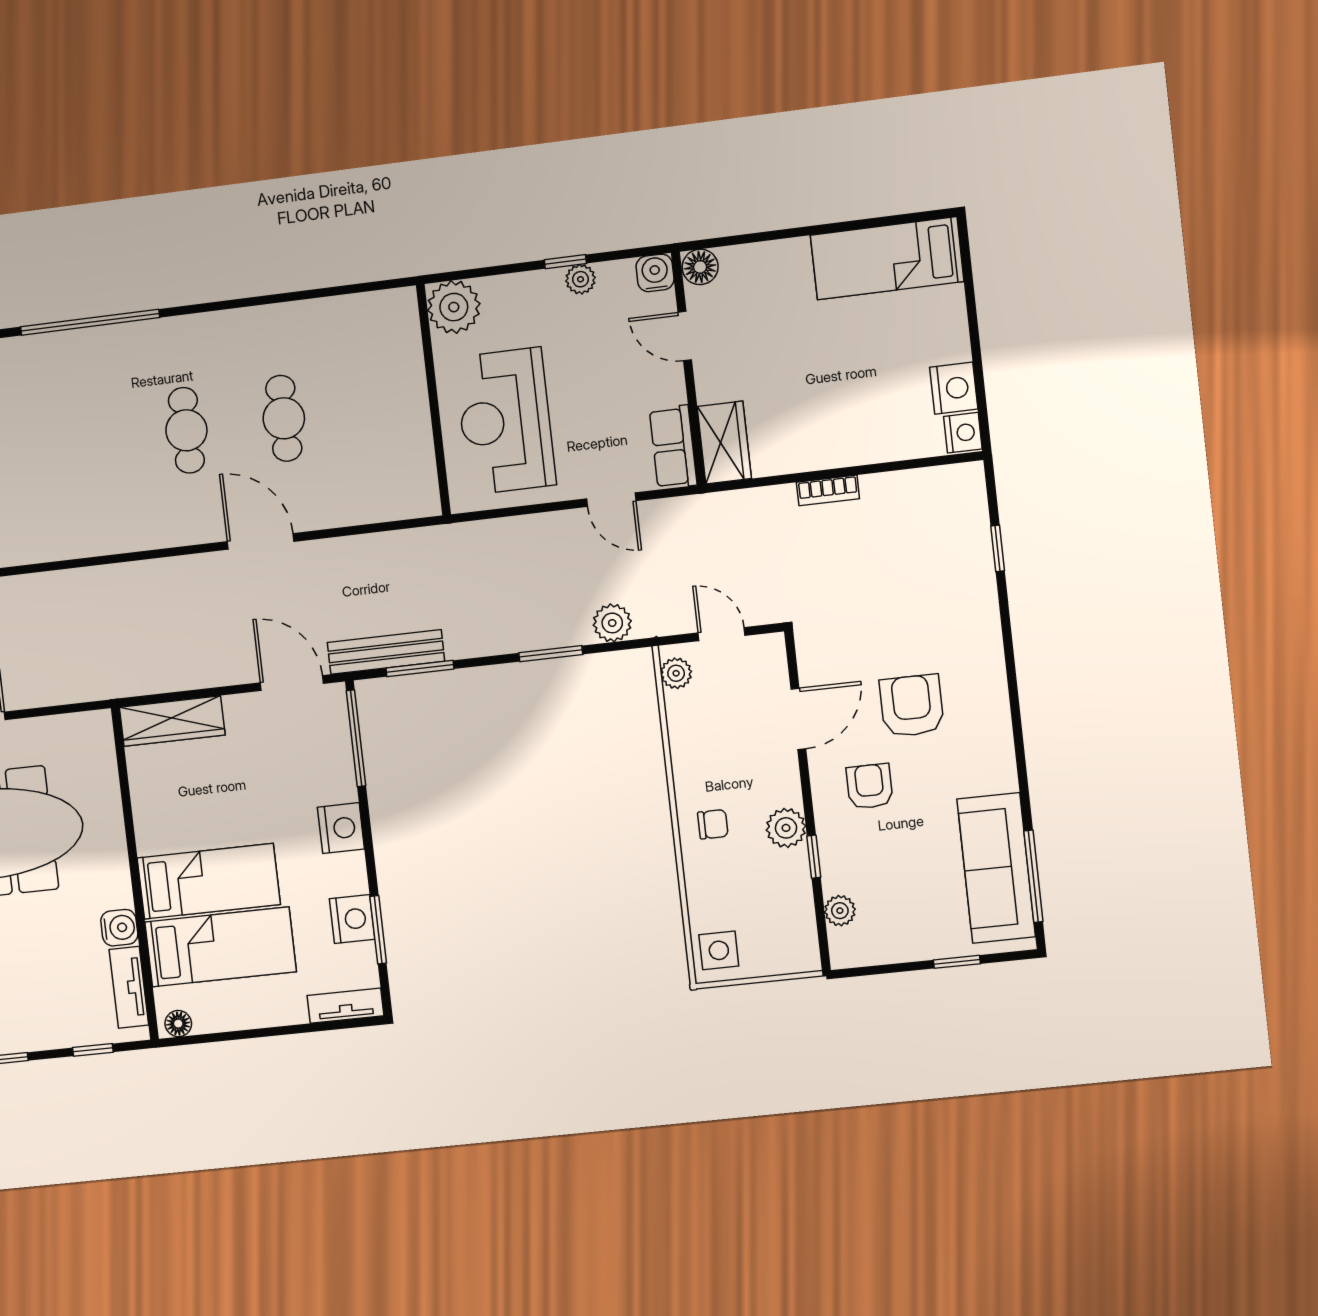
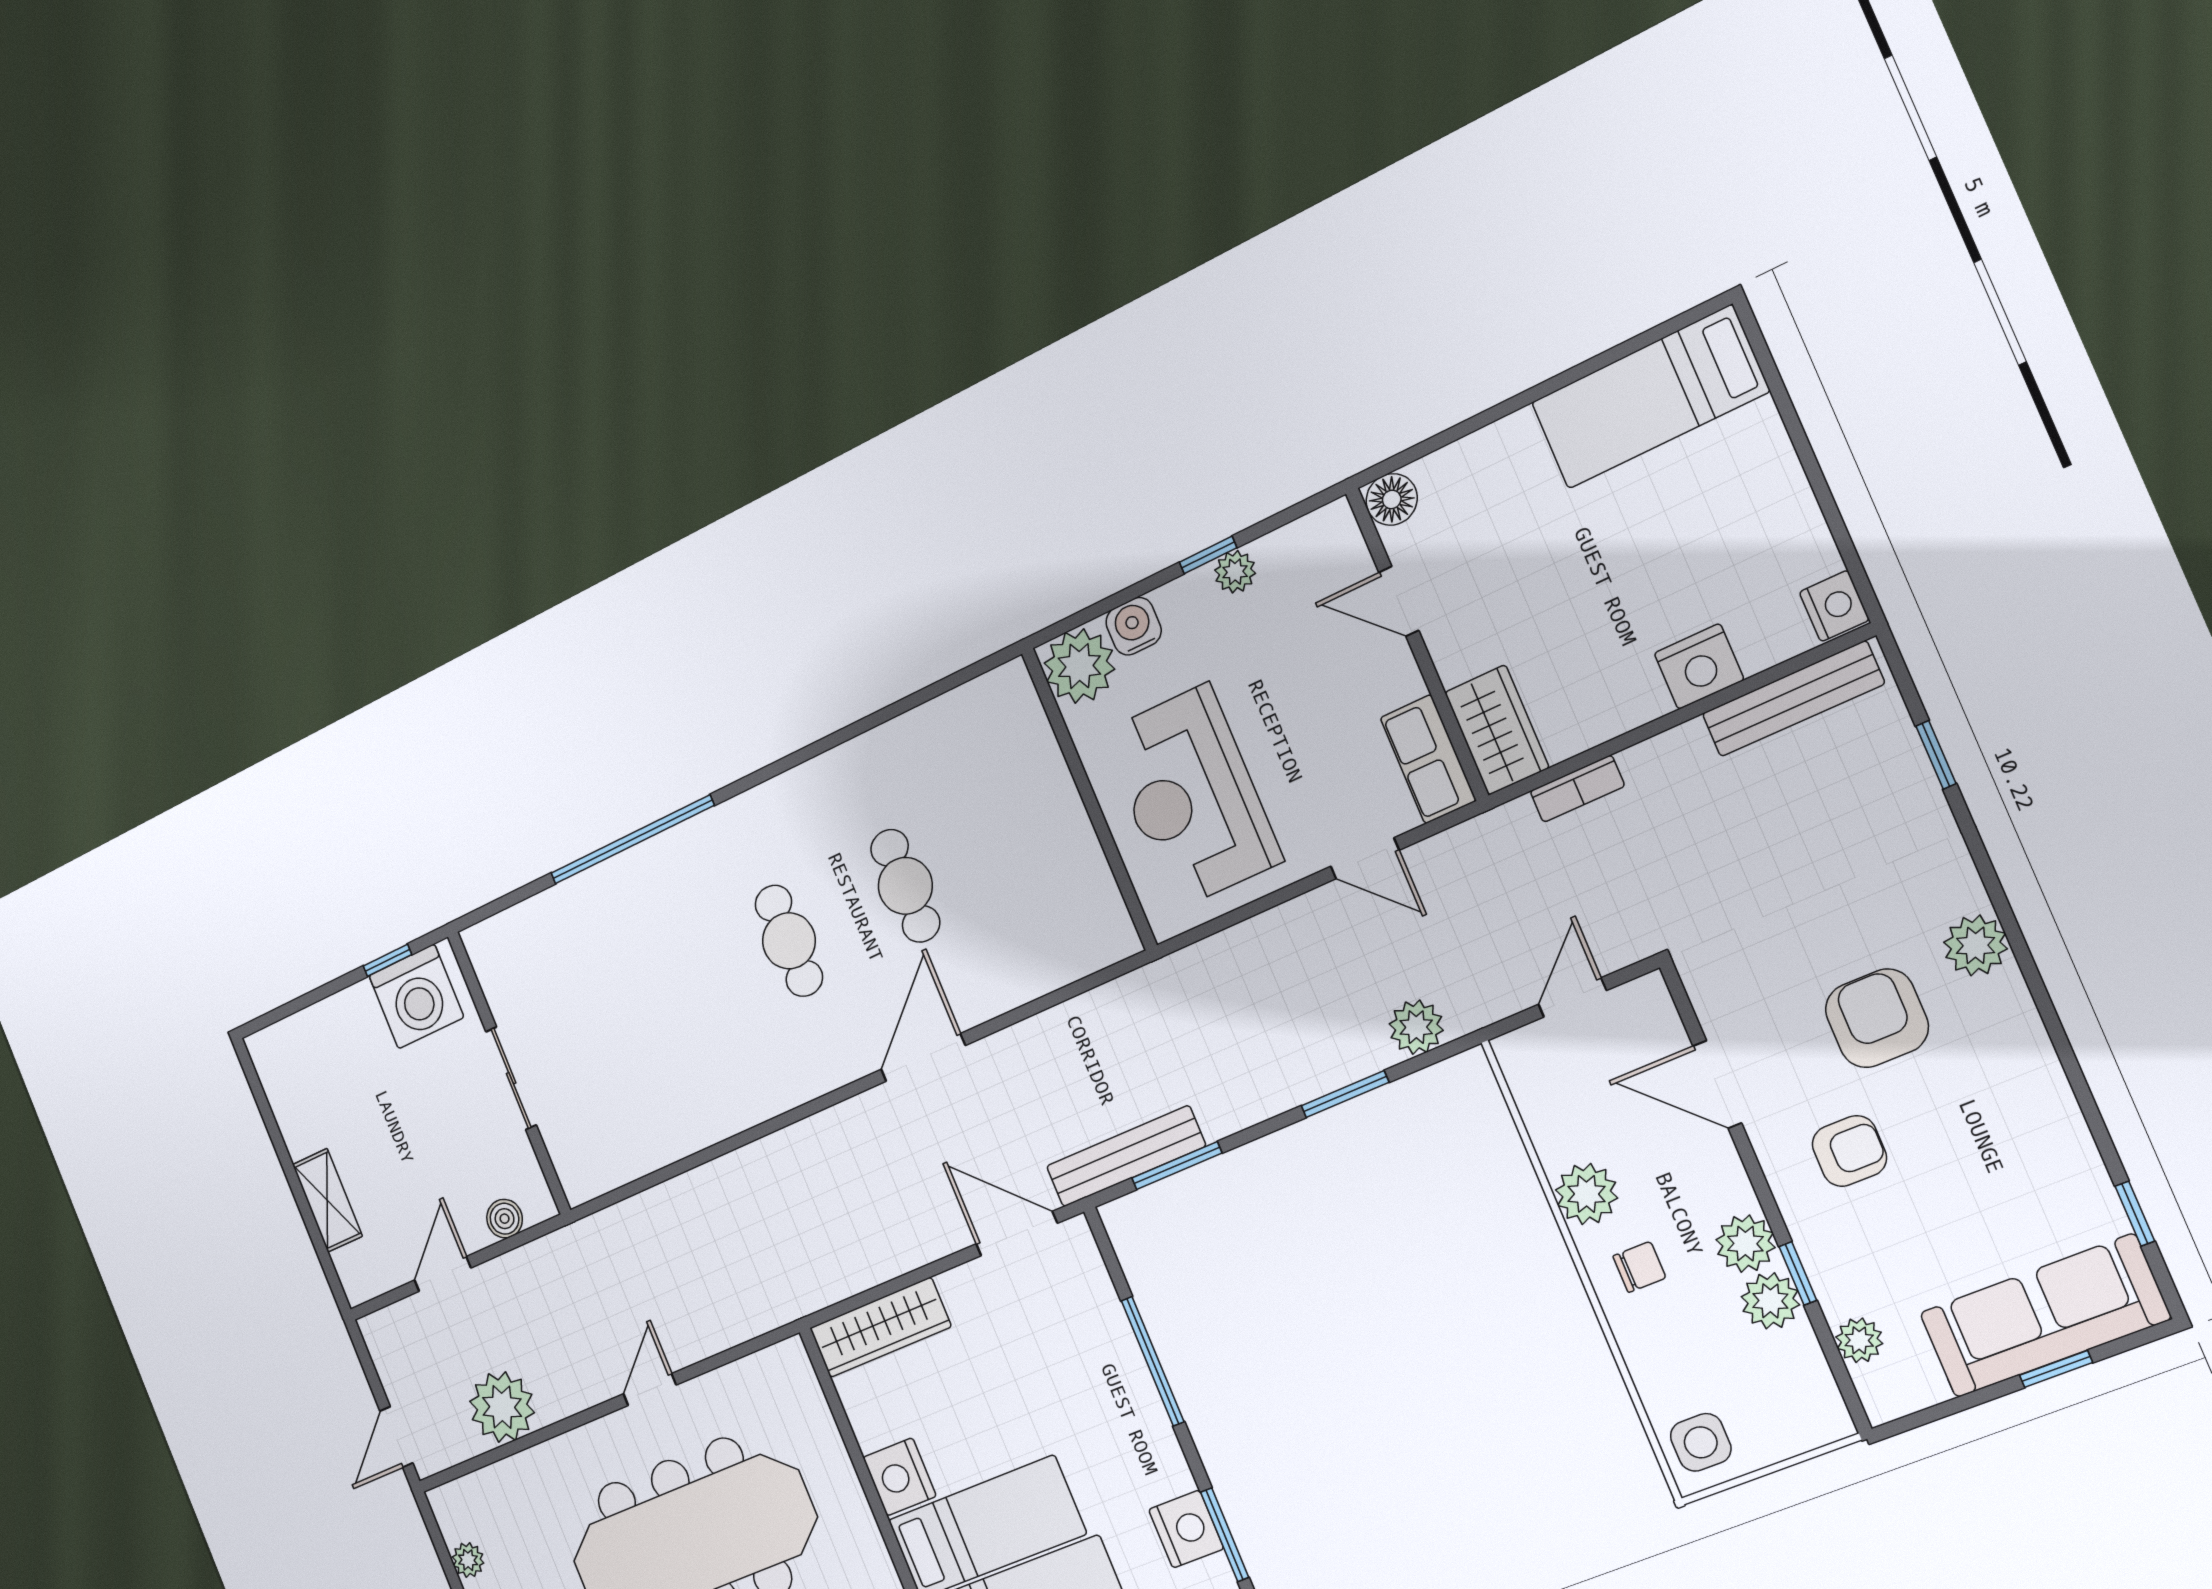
water cooler: (655, 273) -> (1134, 626), moved
nightstand: (954, 388) -> (1699, 666), moved, turned 90
bench: (920, 484) -> (1793, 699), added
bookcase: (828, 490) -> (1577, 789), moved
door: (261, 541) -> (923, 1057), hinge flipped
door: (721, 634) -> (1572, 997), hinge flipped
plant: (676, 673) -> (1586, 1194), moved, width x1.38, depth x1.38
plant: (986, 677) -> (1976, 945), added
door: (798, 719) -> (1717, 1085), swing flipped
window: (356, 738) -> (1153, 1361), moved
armchair: (870, 786) -> (1849, 1151), turned 90
nightstand: (341, 828) -> (900, 1477), moved, turned 180
sofa: (996, 868) -> (2045, 1316), moved, turned 90
plant: (791, 870) -> (1770, 1301), added
window: (1033, 876) -> (2135, 1214), width x0.46

